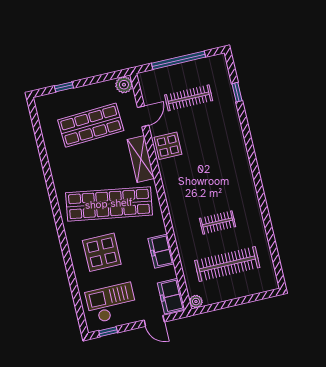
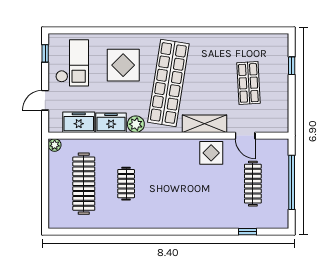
plant: (124, 85) -> (136, 124), moved
shop shelf: (91, 125) -> (248, 83), width x0.70, depth x0.74
freezer: (171, 296) -> (79, 122), moved

